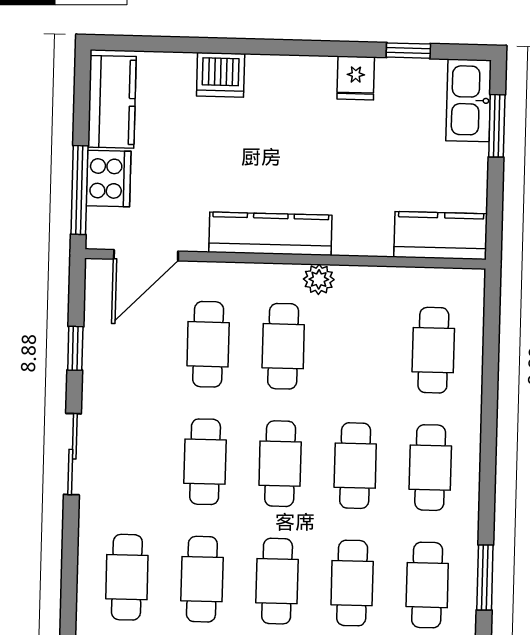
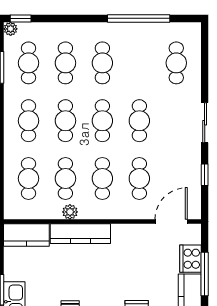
window: (79, 190) -> (205, 274), moved
kitchen counter: (270, 234) -> (80, 234), moved
plant: (319, 279) -> (70, 212), moved
cafe table: (202, 579) -> (65, 179), moved

